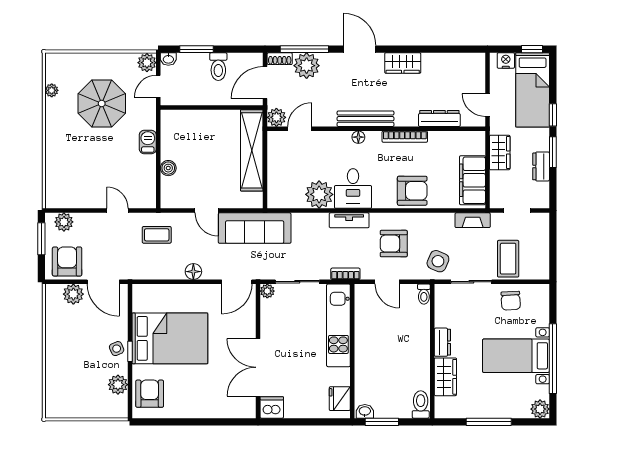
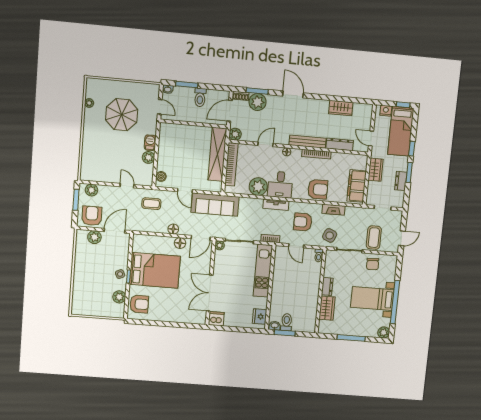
window: (304, 49) -> (257, 91), width x0.69
plant: (147, 63) -> (148, 157), moved
wardrobe: (403, 63) -> (341, 108), moved
door: (158, 86) -> (160, 107), swing flipped
bench: (365, 119) -> (307, 142), moved
door: (300, 129) -> (266, 144), moved
bookcase: (275, 164) -> (231, 164), added
boiler: (168, 168) -> (161, 176), moved
fireplace: (473, 220) -> (334, 210), moved
door: (553, 256) -> (402, 238), added
door: (103, 282) -> (114, 231), swing flipped
floor lamp: (206, 293) -> (180, 243), added
armchair: (150, 394) -> (139, 304), turned 90
toilet: (421, 404) -> (287, 322), moved

